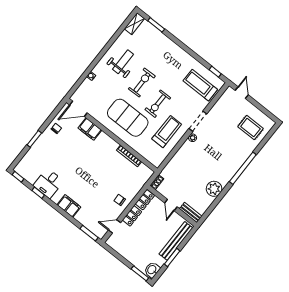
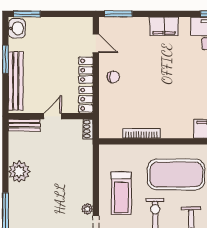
door: (171, 205) -> (53, 116), hinge flipped
door: (115, 226) -> (96, 43), hinge flipped

